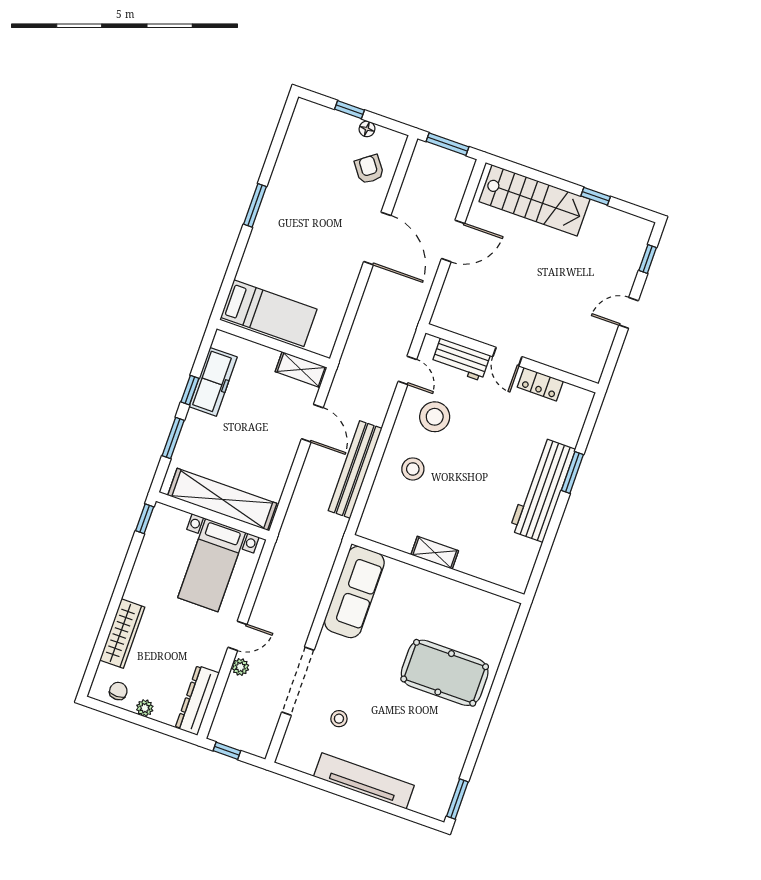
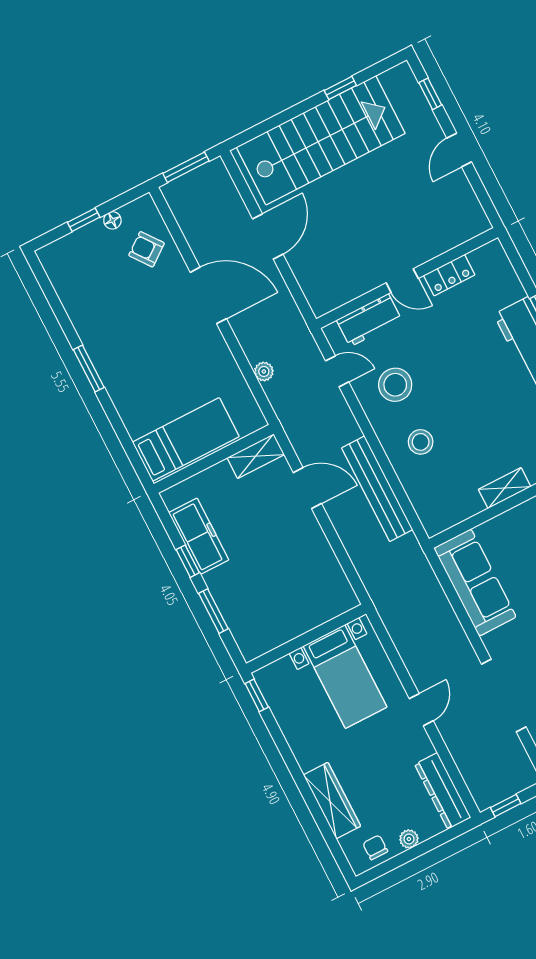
stairs: (535, 200) -> (321, 140), width x1.36, depth x1.51
shelving: (222, 499) -> (300, 618), removed
plant: (240, 667) -> (264, 371), moved

